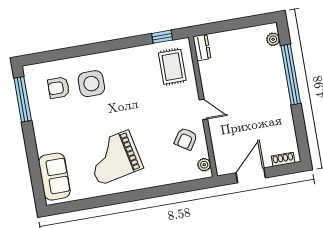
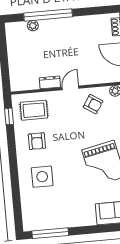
plant: (273, 39) -> (33, 26), moved
dresser: (202, 48) -> (50, 82), moved
armchair: (59, 88) -> (37, 141), moved

